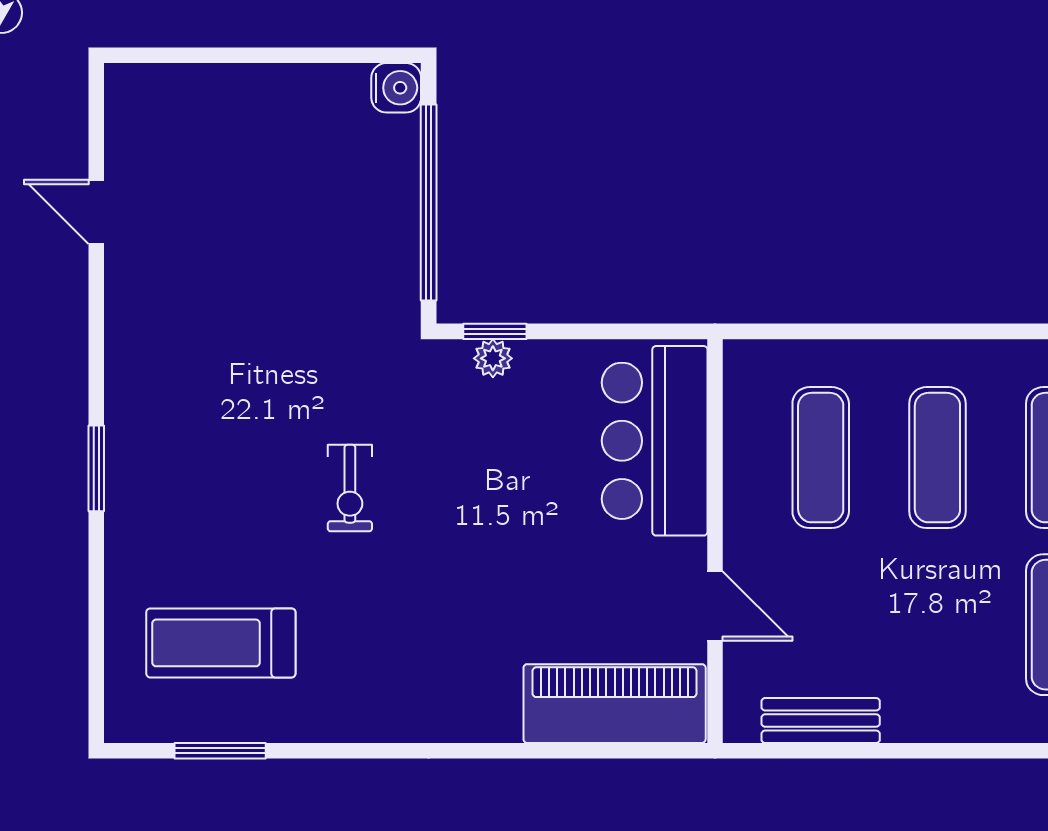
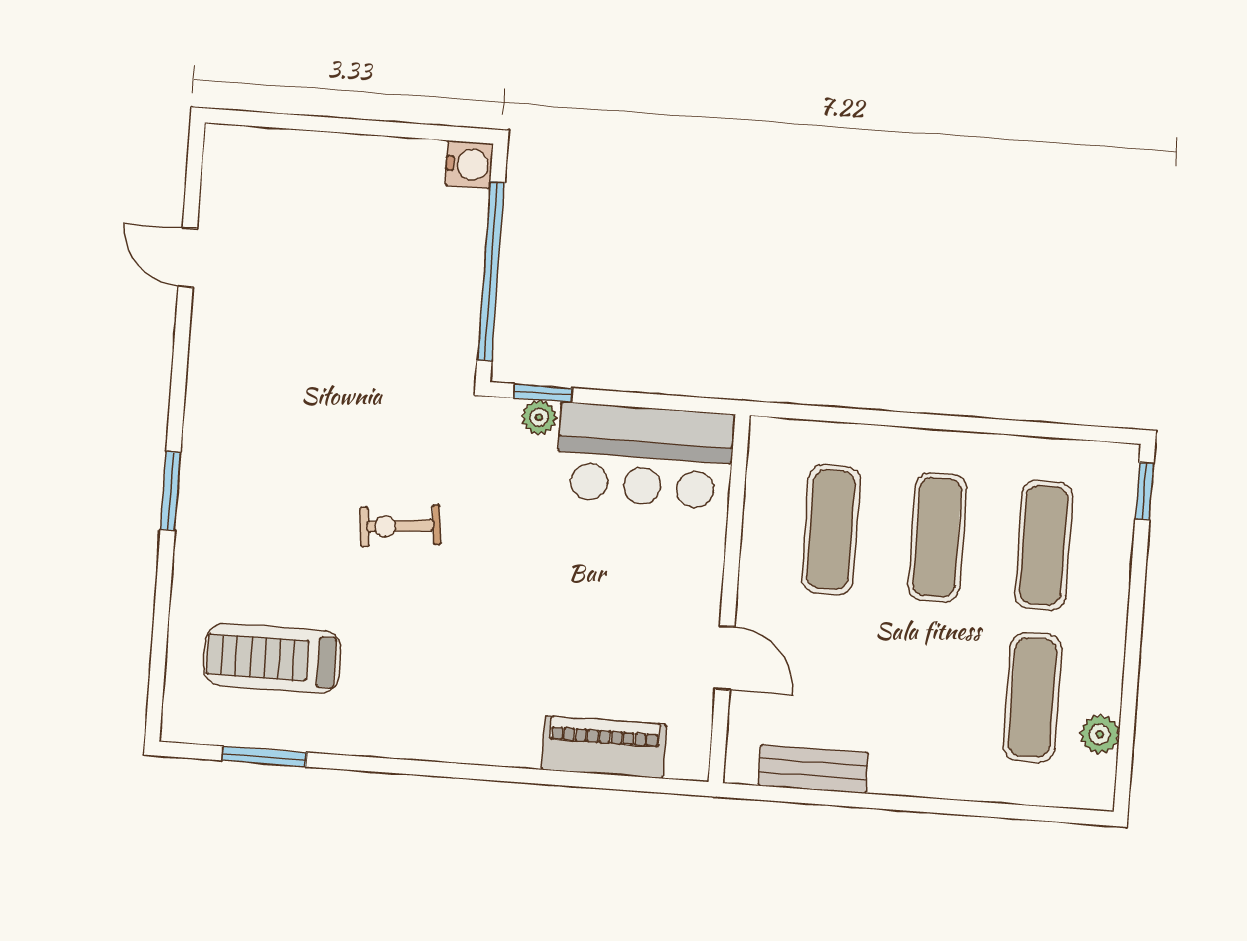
bar counter: (655, 441) -> (644, 456), moved, turned -90
exercise bike: (350, 488) -> (400, 526), turned 84
piano: (615, 704) -> (604, 747), width x0.73, depth x0.75

